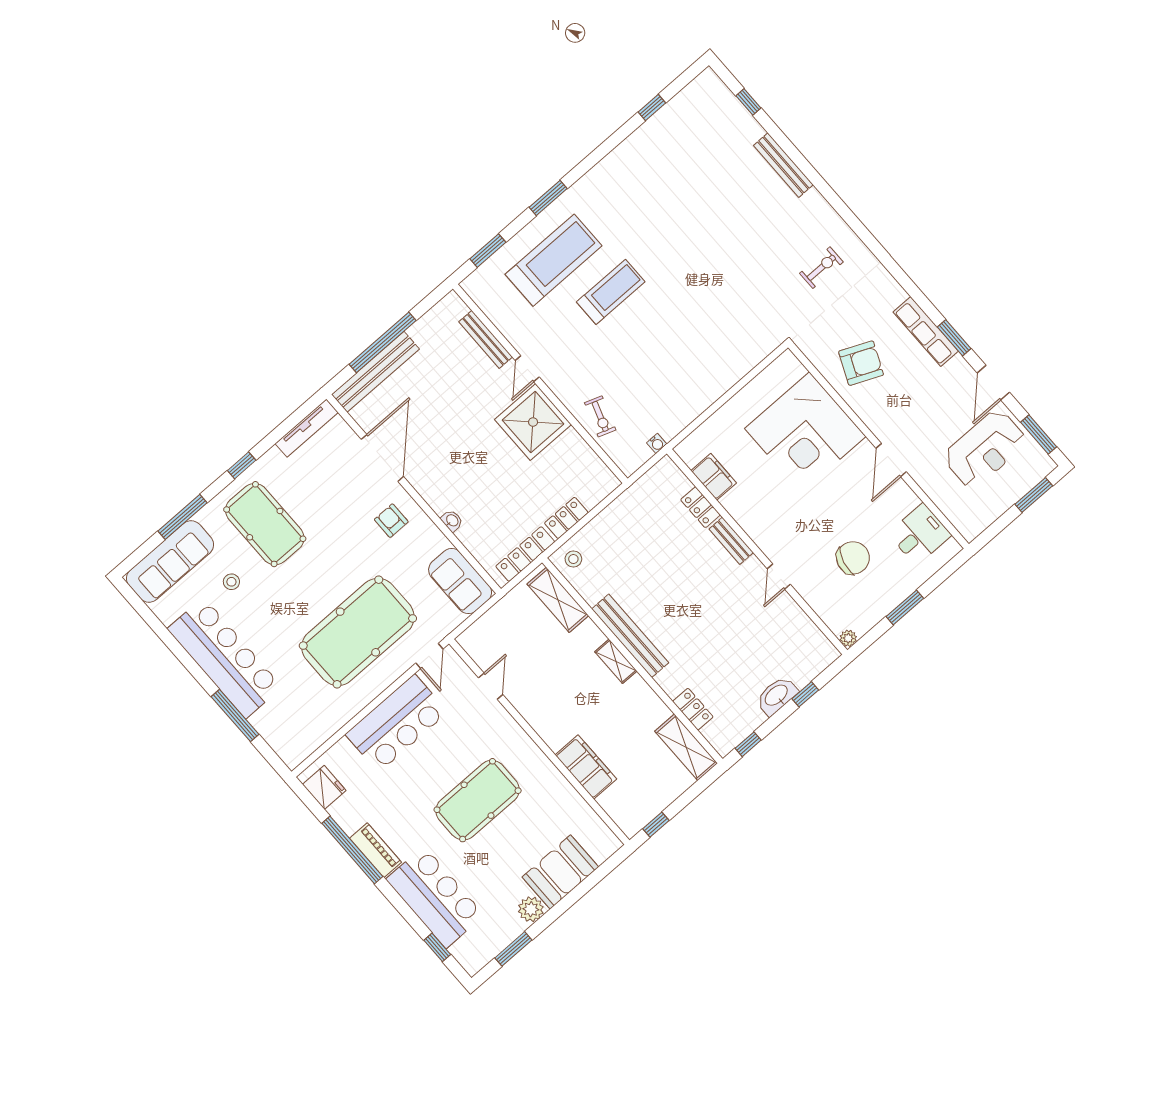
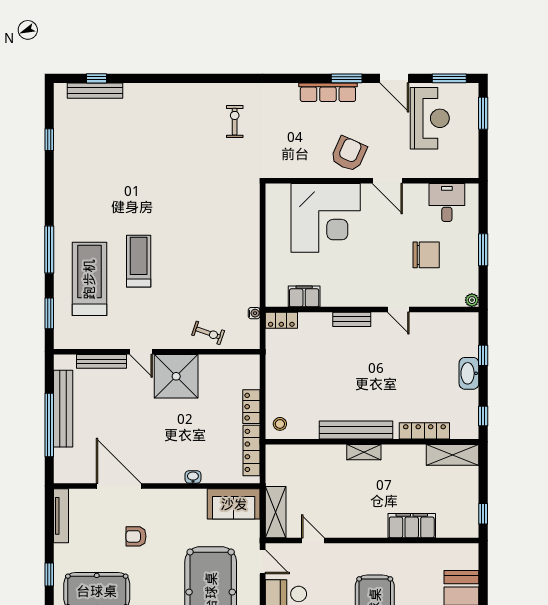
bench: (783, 165) -> (95, 91), moved
window: (548, 198) -> (49, 249), width x1.44
armchair: (861, 363) -> (349, 154), moved
bench: (375, 372) -> (63, 409), moved
locker: (700, 507) -> (281, 320), moved
armchair: (391, 521) -> (136, 536), moved
chair: (853, 558) -> (426, 255), turned 76
shelving: (558, 600) -> (276, 512), moved, turned 90
locker: (693, 709) -> (424, 431), width x1.53

